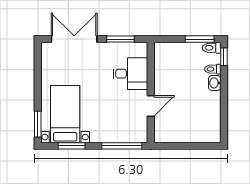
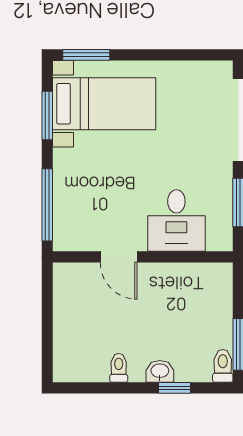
window: (224, 57) -> (175, 388), moved
toilet: (213, 69) -> (119, 368), moved

